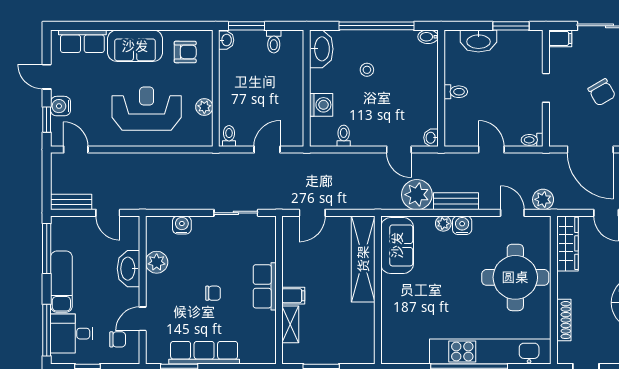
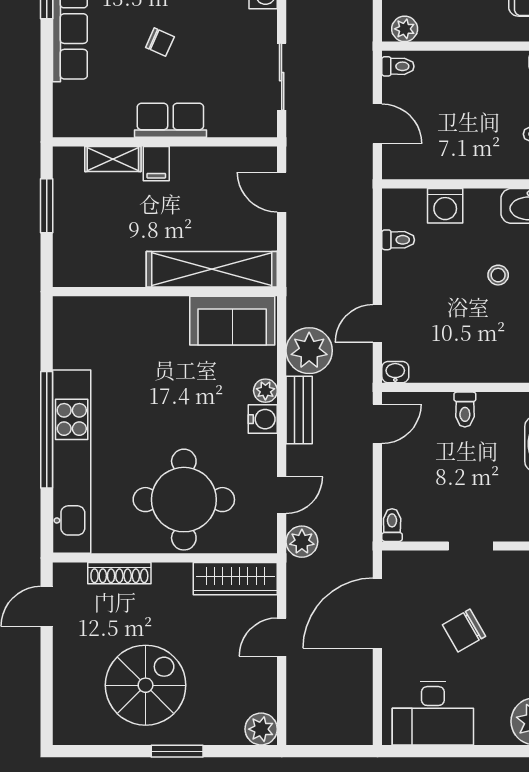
plant: (204, 107) -> (405, 29), moved
door: (491, 150) -> (377, 424), moved
chair: (213, 293) -> (160, 42), turned -66

